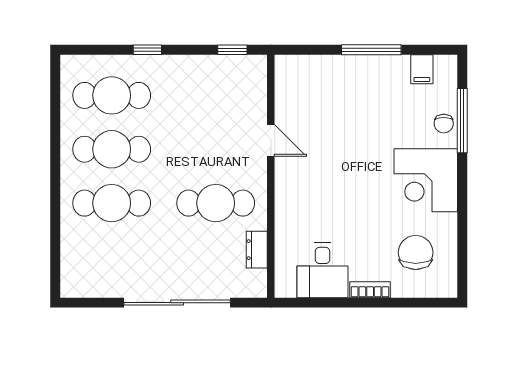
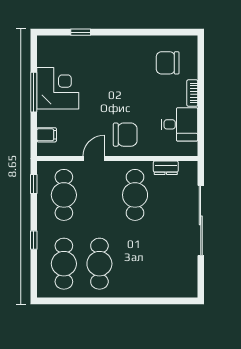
filing cabinet: (422, 69) -> (47, 135), moved
window: (462, 121) -> (81, 32), width x0.46
chair: (444, 124) -> (125, 135), moved, width x1.87, depth x1.87
corner desk: (426, 180) -> (58, 88), moved, turned -90
cafe table: (112, 203) -> (64, 195), moved

